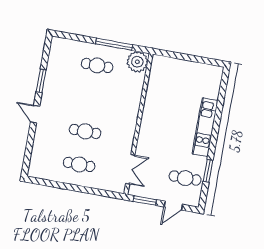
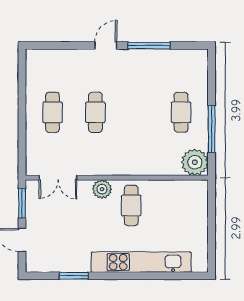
window: (41, 81) -> (149, 46), width x1.44
kitchen unit: (205, 127) -> (141, 262), width x1.36
plant: (145, 137) -> (102, 189), added
cafe table: (185, 178) -> (131, 206), moved

